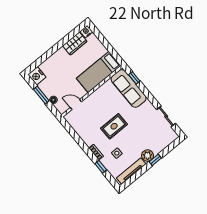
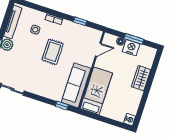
wardrobe: (75, 44) -> (141, 78), moved
nightstand: (37, 76) -> (131, 48), moved
sofa: (129, 88) -> (76, 85), moved, turned -90
window: (101, 167) -> (80, 21), moved

